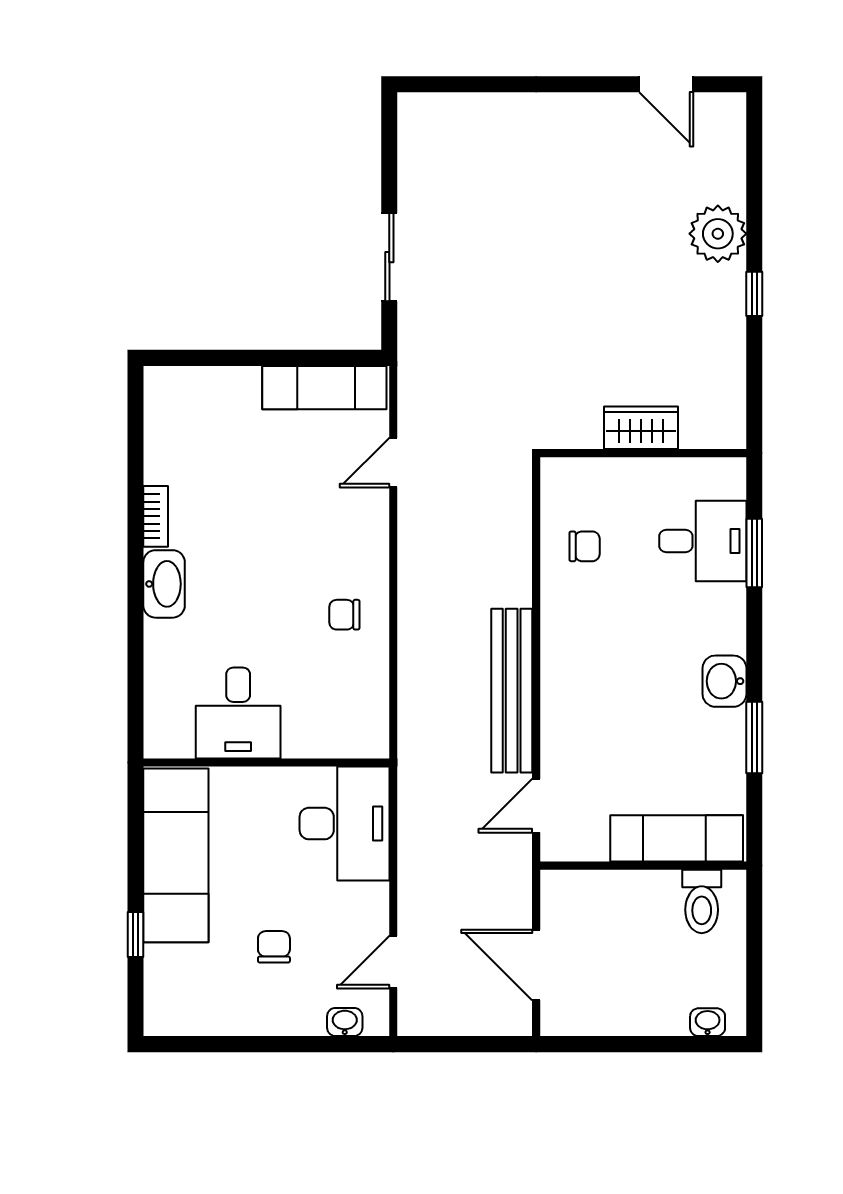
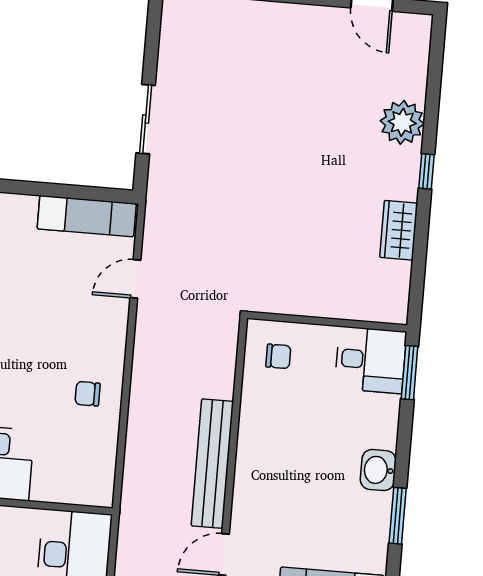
wardrobe: (641, 428) -> (399, 230), moved, turned -90
wall: (643, 453) -> (327, 322), moved

